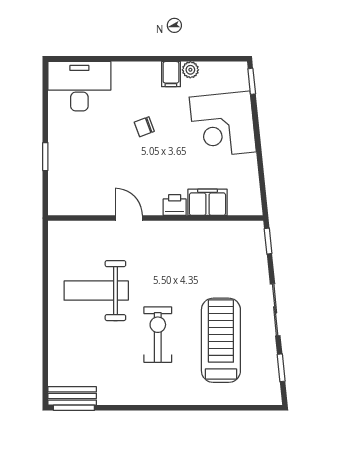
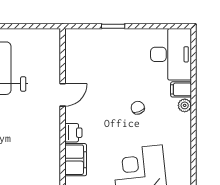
plant: (190, 70) -> (185, 105), moved
filing cabinet: (171, 74) -> (181, 89), moved

